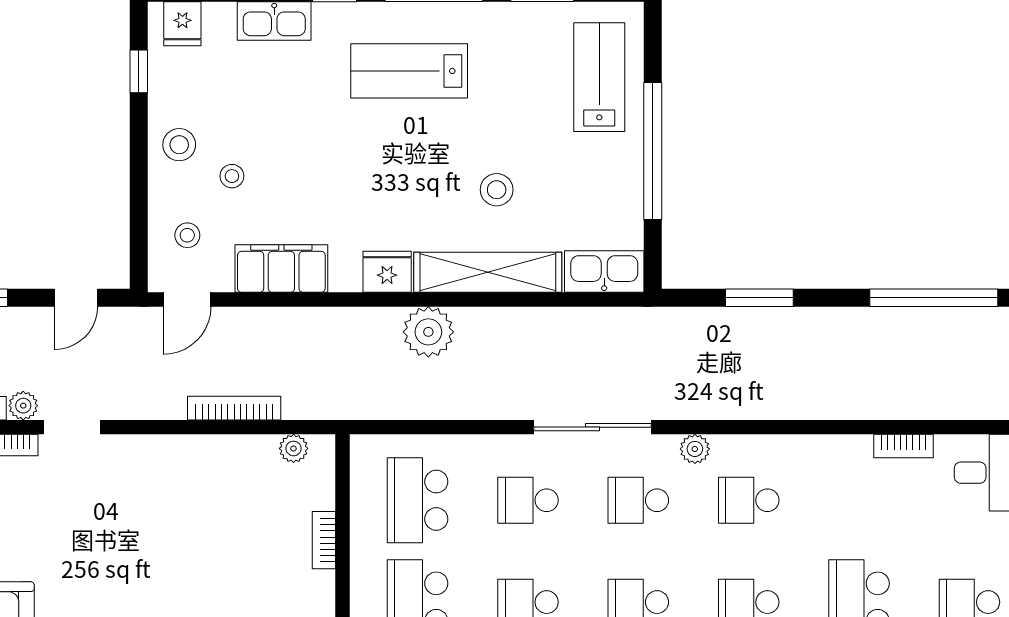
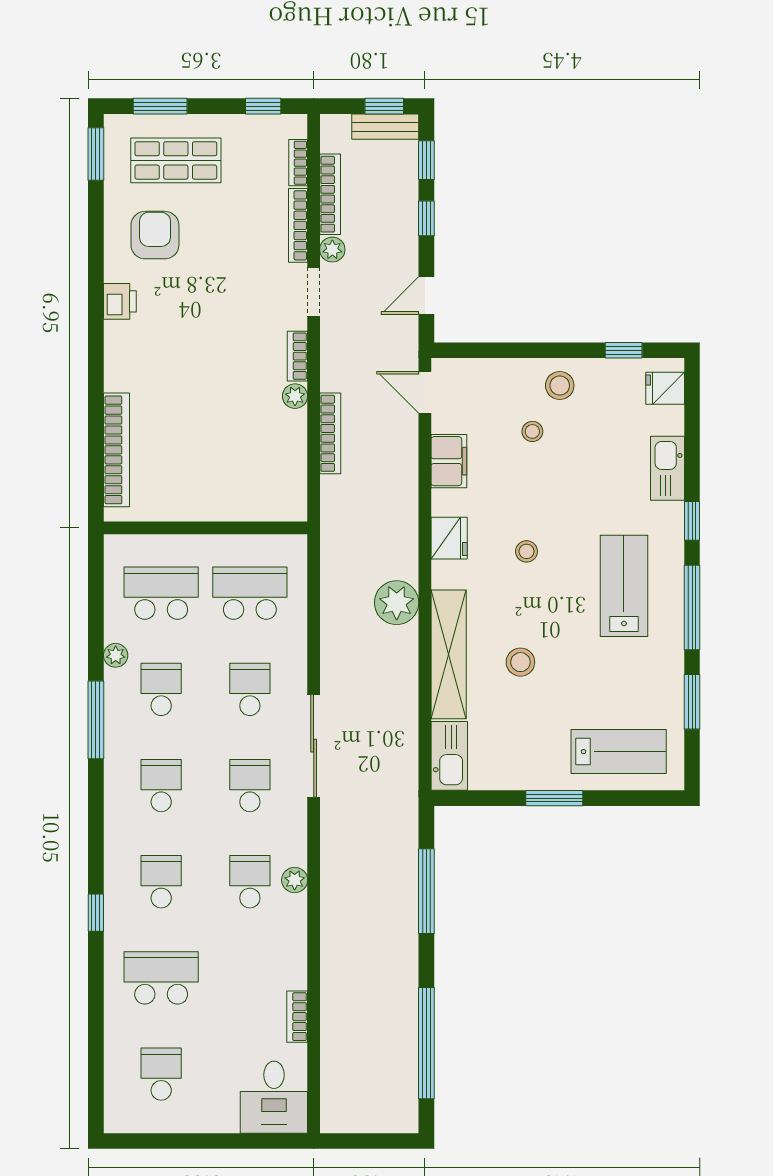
window: (653, 151) -> (554, 798), width x0.47
stool: (187, 235) -> (527, 551), moved
filing cabinet: (281, 268) -> (449, 461), width x0.67, depth x0.86
fridge: (387, 272) -> (449, 538), moved
door: (76, 298) -> (426, 296), hinge flipped
window: (759, 298) -> (426, 891), width x1.44
plant: (294, 448) -> (295, 396), moved
plant: (695, 449) -> (295, 880), moved
bookcase: (324, 540) -> (297, 356), moved, turned -90

